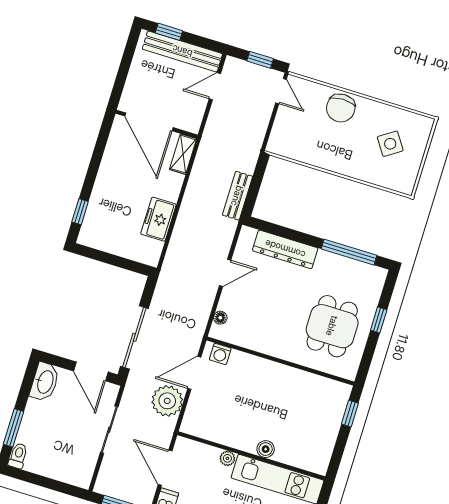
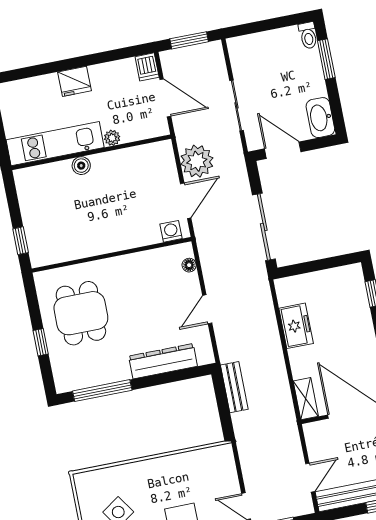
sliding door: (134, 337) -> (264, 227), moved

